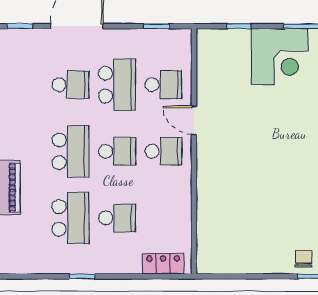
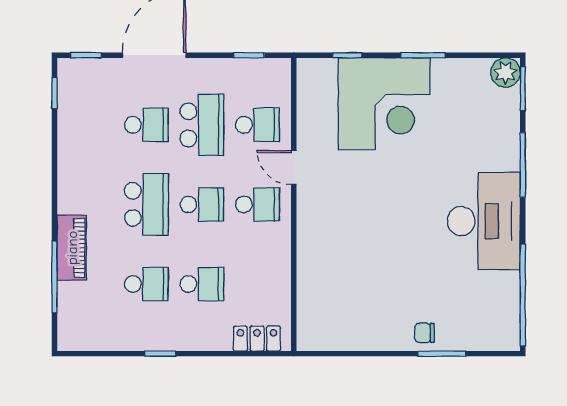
corner desk: (280, 57) -> (384, 104), width x1.36, depth x1.36
school desk: (70, 218) -> (146, 284), width x0.54
chair: (304, 259) -> (425, 333), turned -90

